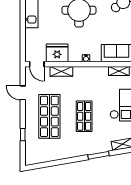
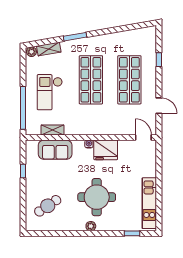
fridge: (57, 53) -> (106, 150), moved
shelving: (61, 71) -> (116, 129), removed
shop shelf: (84, 116) -> (91, 80), width x1.43, depth x1.36

